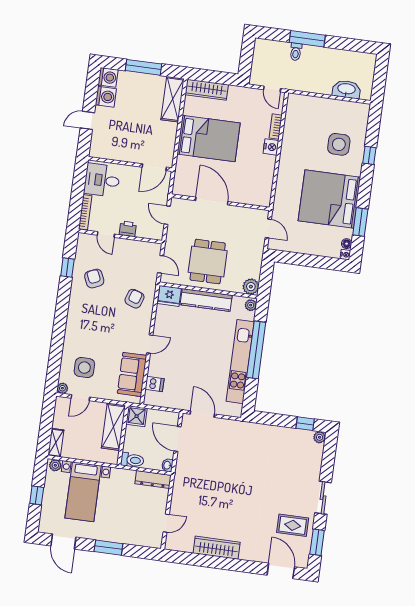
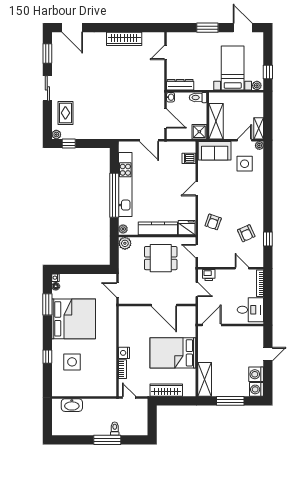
wardrobe: (207, 90) -> (166, 390), moved
printer: (128, 229) -> (209, 275), moved
dining table: (208, 262) -> (161, 258), turned 90
sofa: (132, 374) -> (215, 151), moved, turned 90
shelving: (56, 443) -> (259, 128), moved
window: (37, 495) -> (268, 72), moved
rug: (293, 525) -> (65, 113), moved, turned 90

